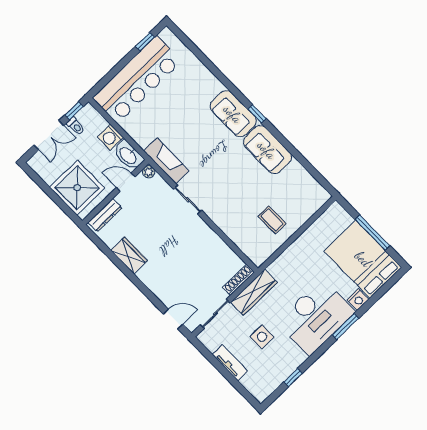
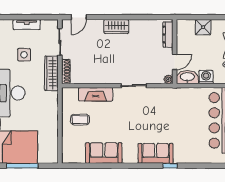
window: (257, 114) -> (170, 166), moved
sofa: (267, 150) -> (104, 153), moved
fireplace: (166, 161) -> (96, 94), moved
shower: (77, 188) -> (203, 27), width x0.54, depth x0.54
wardrobe: (129, 255) -> (116, 27), moved

